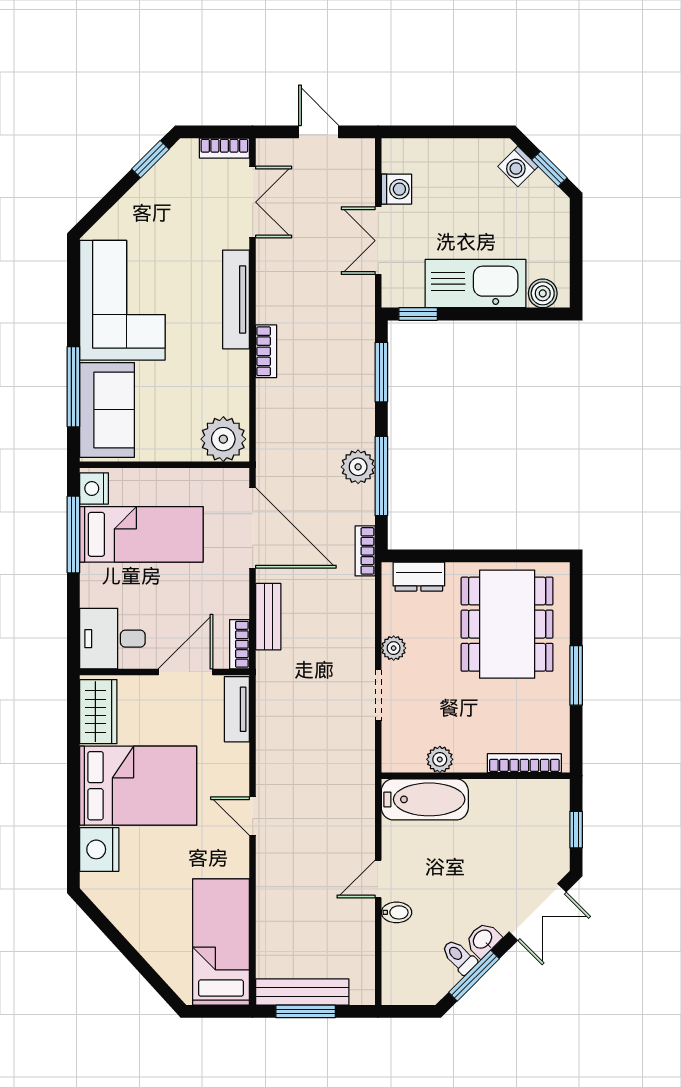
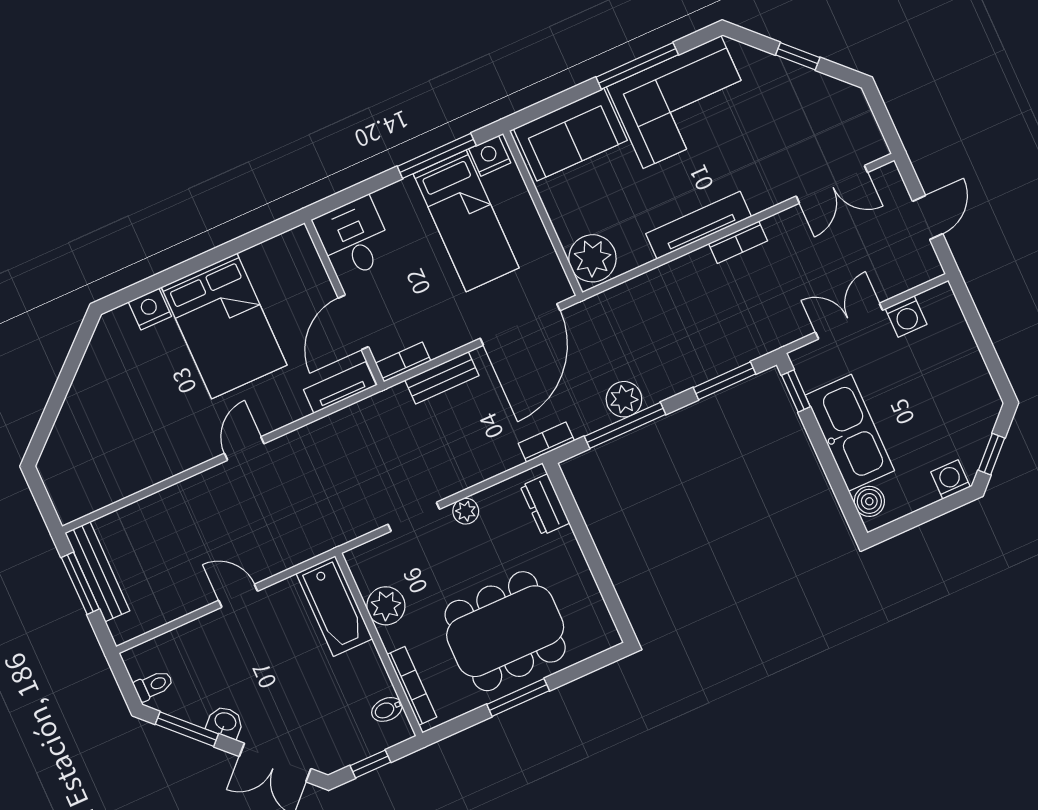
bookcase: (224, 148) -> (871, 134), removed
window: (150, 159) -> (798, 56), moved
washing machine: (518, 166) -> (951, 479), moved, turned 45
tv unit: (236, 299) -> (699, 225), moved
bookcase: (266, 351) -> (738, 242), moved
window: (73, 387) -> (637, 66), moved
dining table: (507, 624) -> (505, 631), moved
door: (186, 672) -> (353, 322), swing flipped
wardrobe: (98, 712) -> (278, 256), removed
plant: (440, 759) -> (386, 606), width x1.38, depth x1.38
nightstand: (99, 849) -> (150, 309), width x0.74, depth x0.75
bidet: (396, 912) -> (387, 709), moved, turned 90
bed: (221, 942) -> (110, 472), removed
toilet: (459, 957) -> (154, 685), moved, turned 45

